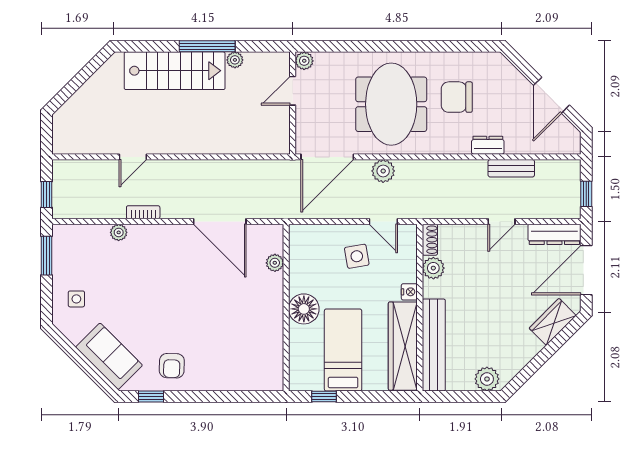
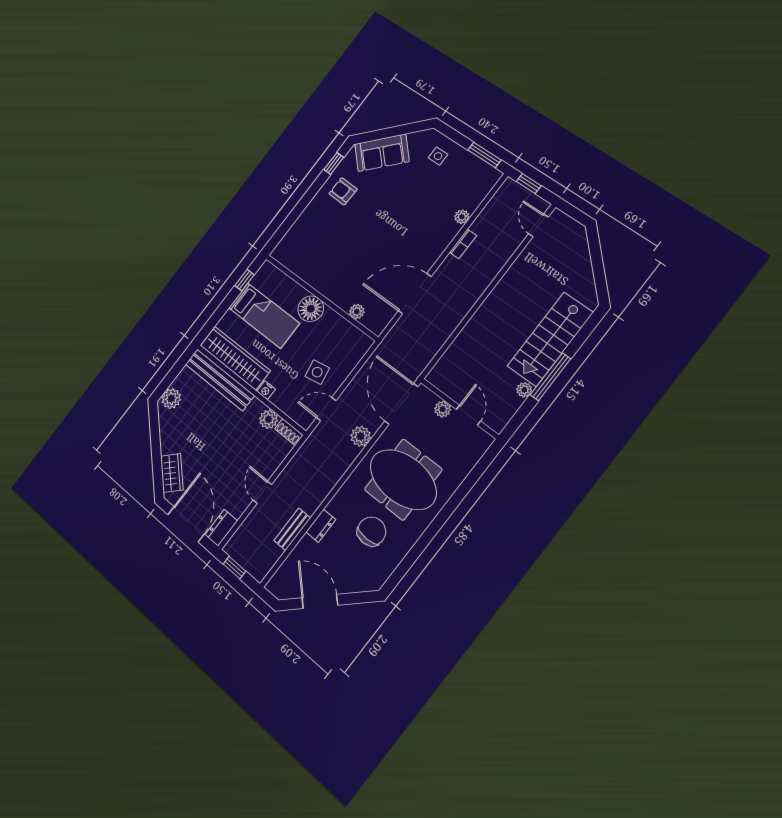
plant: (304, 61) -> (443, 409), moved
door: (133, 157) -> (538, 225), moved
dresser: (554, 234) -> (221, 528), width x0.70

